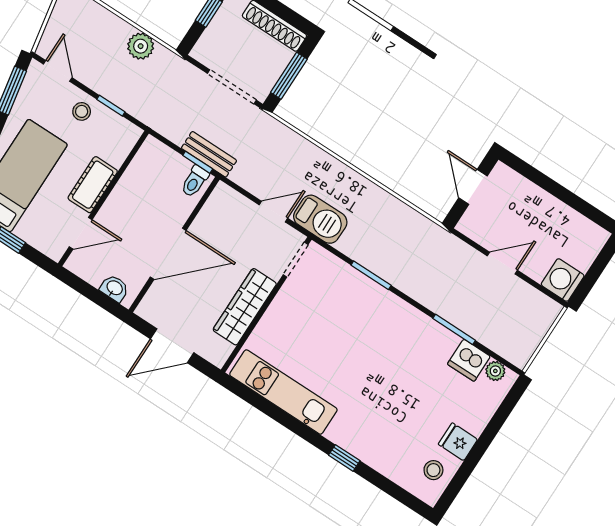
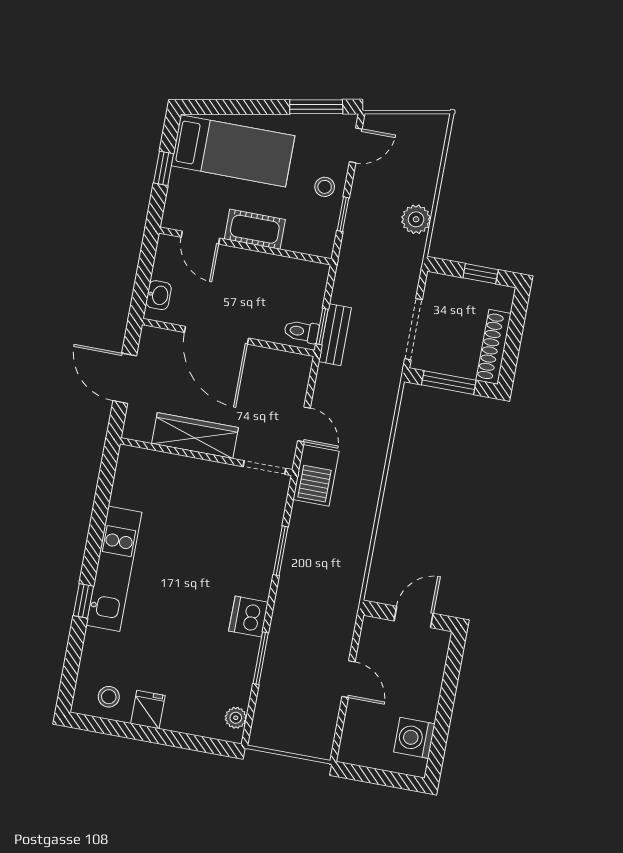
washing machine: (563, 280) -> (414, 738), moved, turned -90
dishwasher: (469, 360) -> (248, 617), moved
kitchen unit: (283, 392) -> (114, 569), moved

